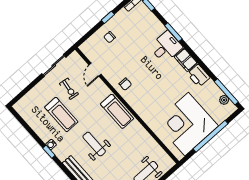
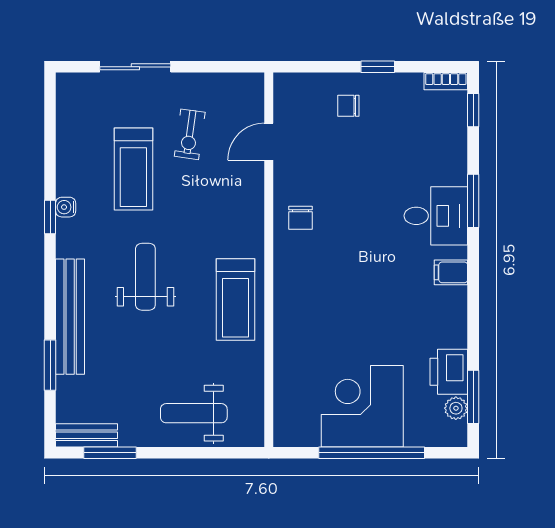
filing cabinet: (186, 60) -> (451, 272), width x0.50
sliding door: (54, 66) -> (135, 67), moved
printer: (199, 76) -> (449, 372), moved
window: (226, 92) -> (473, 397), width x0.69
treadmill: (117, 111) -> (236, 300), moved
corner desk: (187, 124) -> (362, 406), width x0.74, depth x0.74

